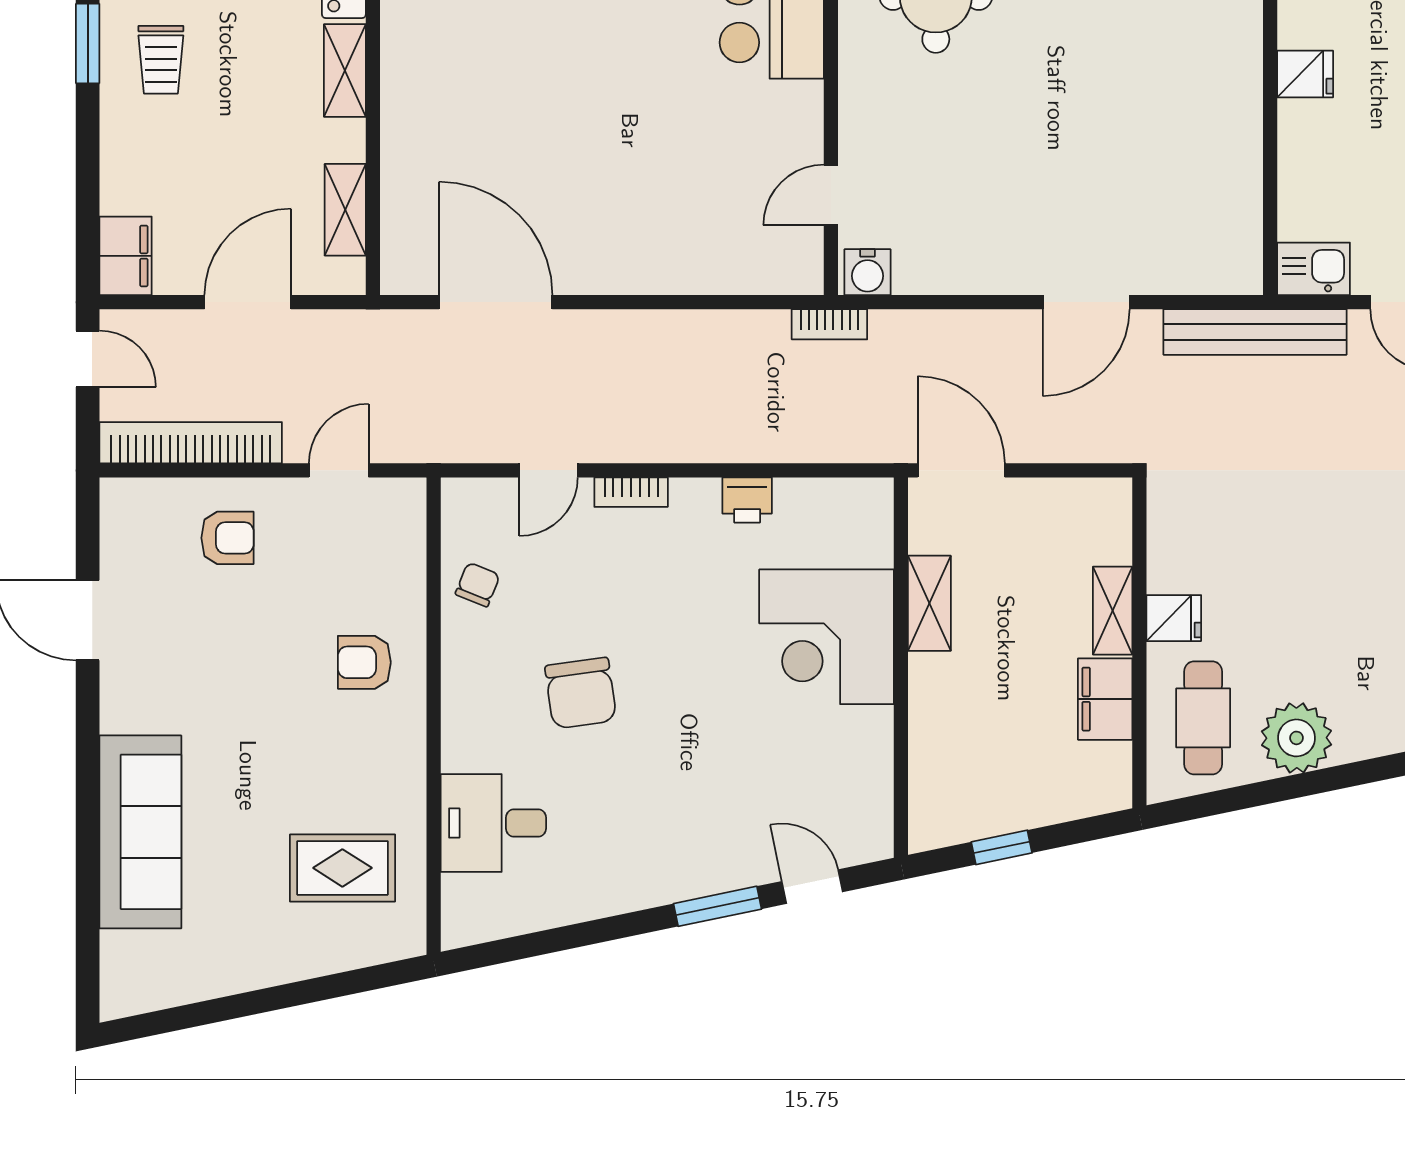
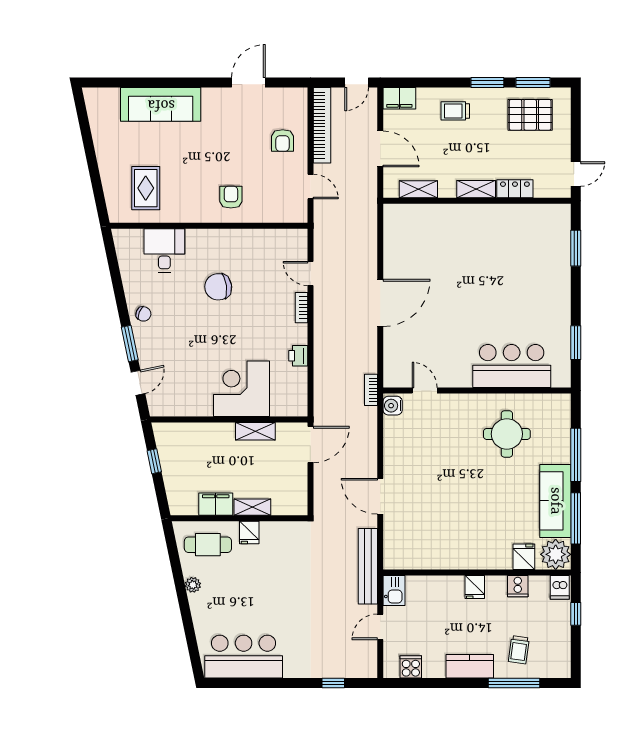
trolley: (161, 60) -> (455, 111), moved
door: (496, 302) -> (380, 303), moved
chair: (478, 585) -> (143, 314), moved
plant: (1297, 738) -> (193, 585), width x0.53, depth x0.53

